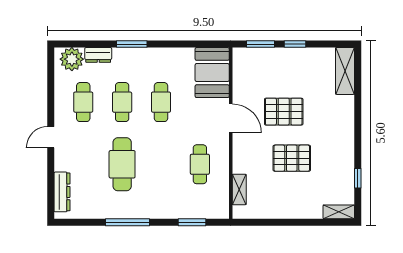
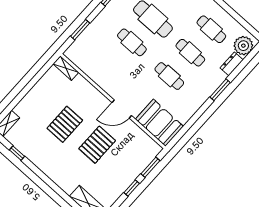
cafe table: (200, 164) -> (132, 42), moved
shelving: (239, 189) -> (66, 68), moved

